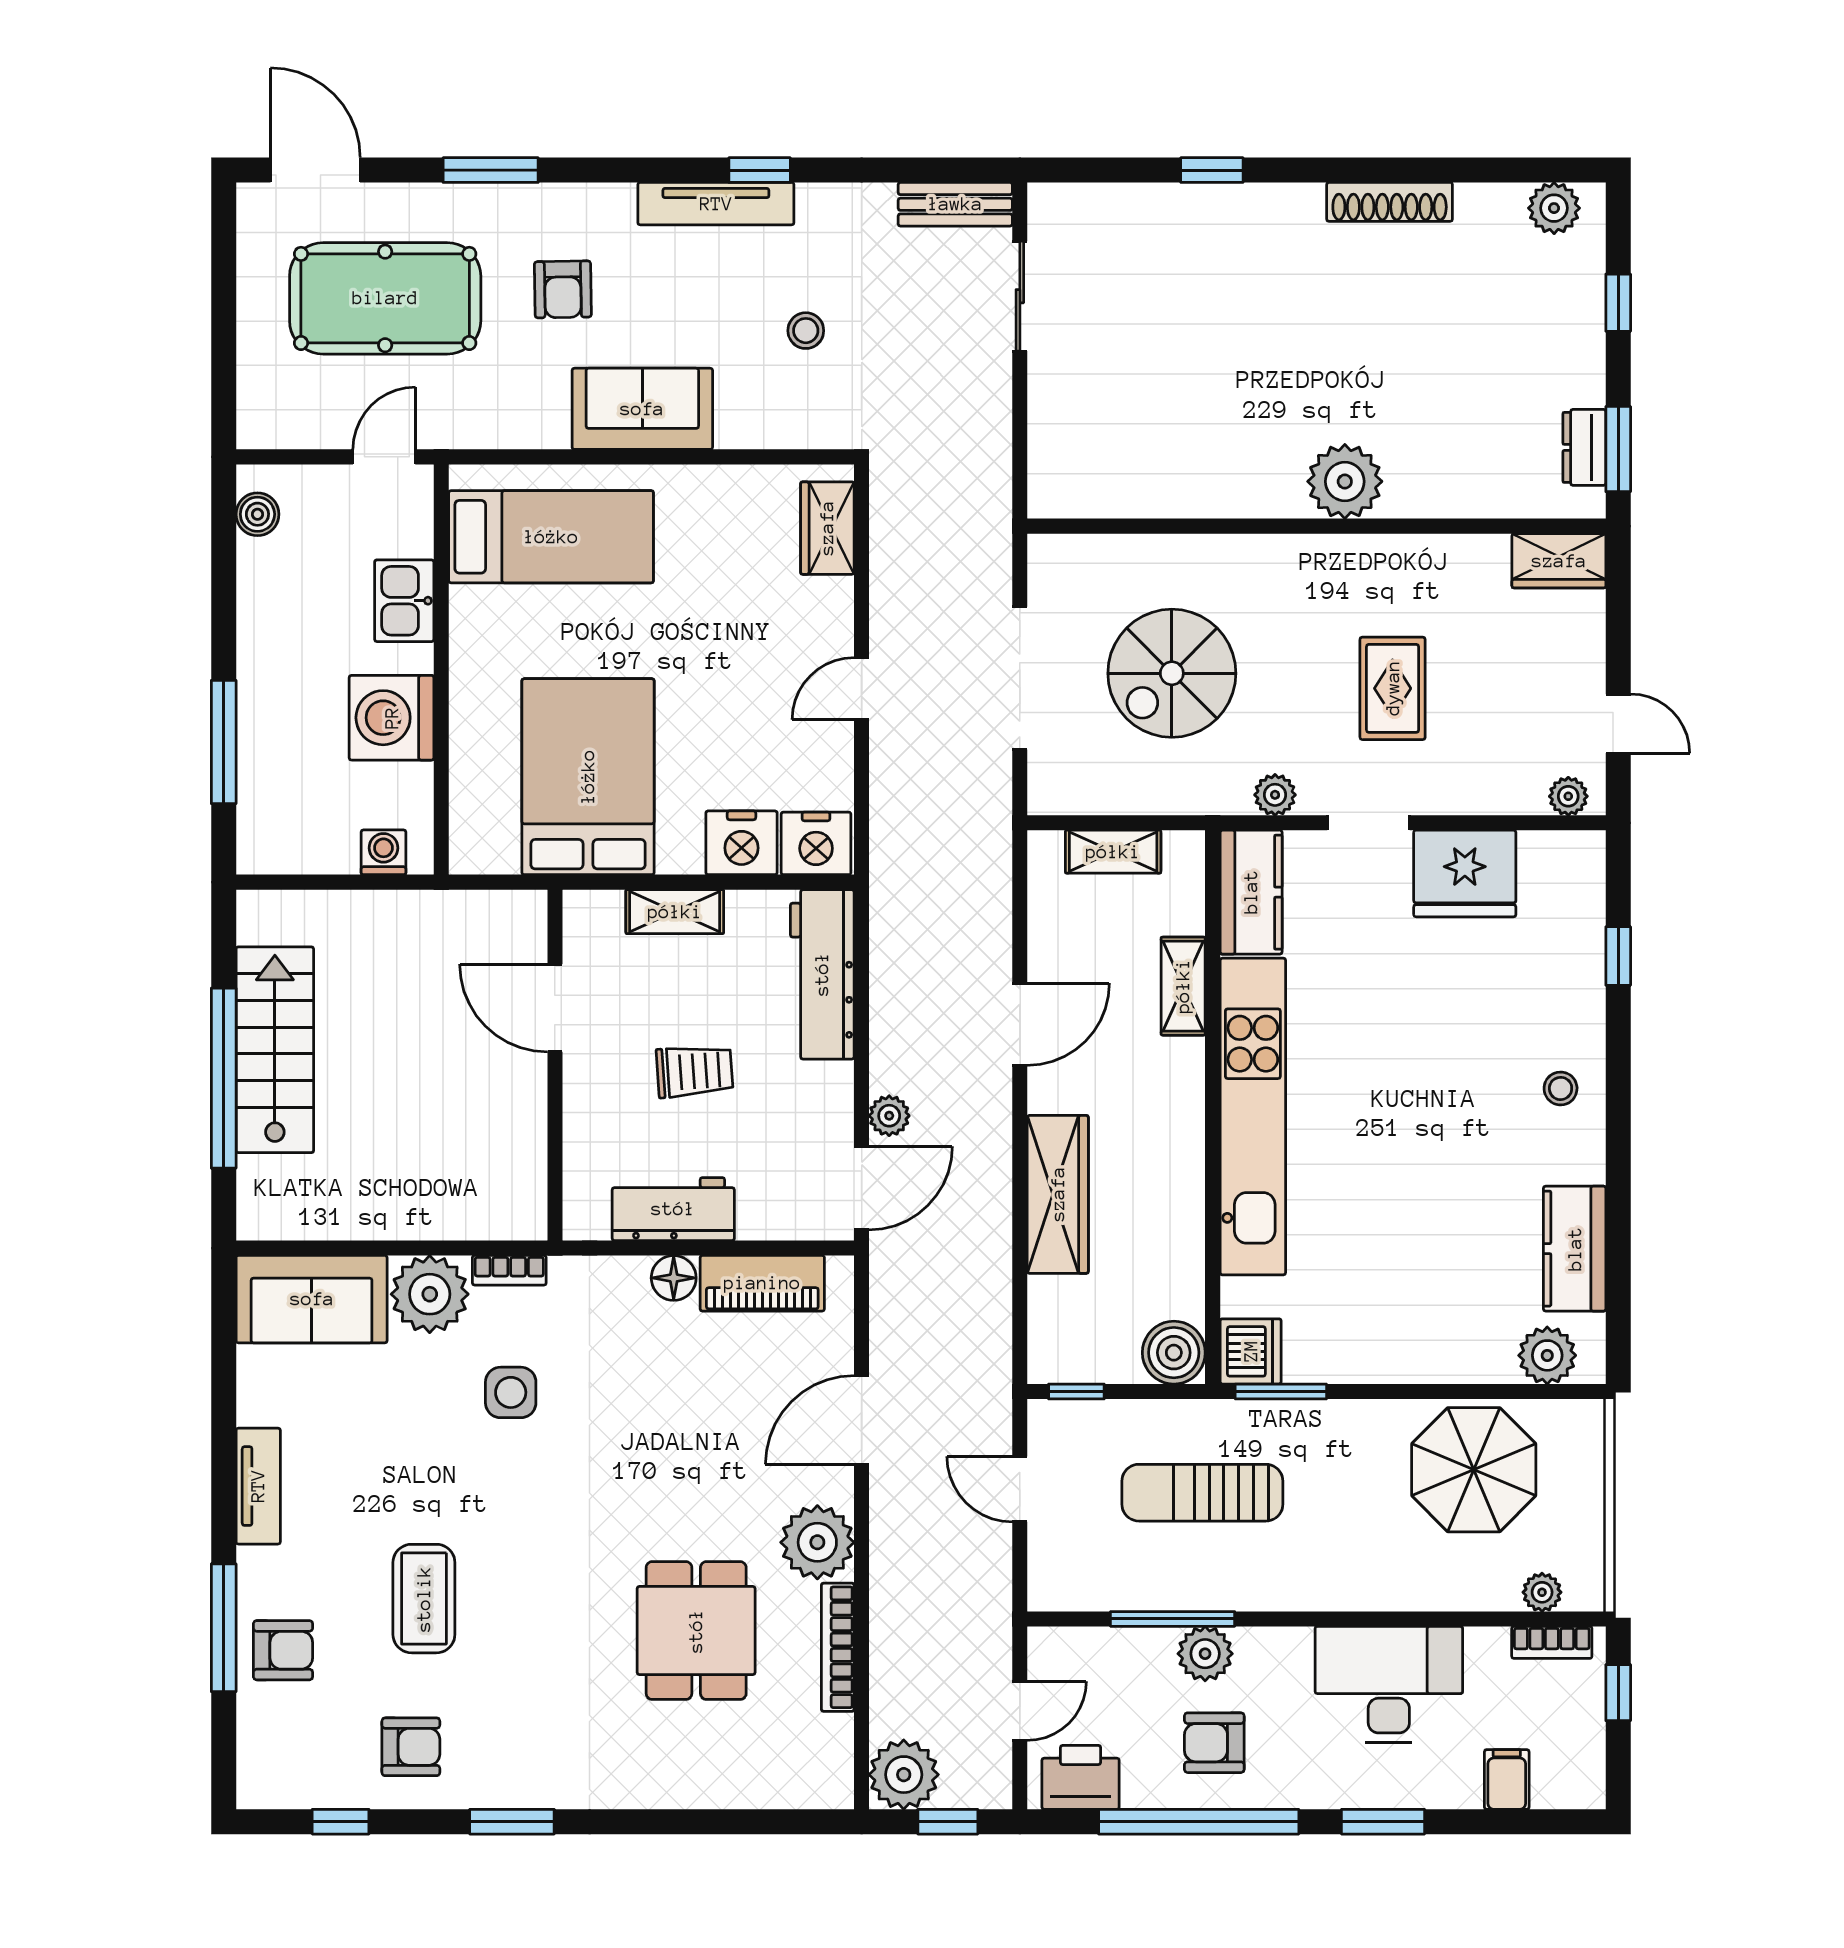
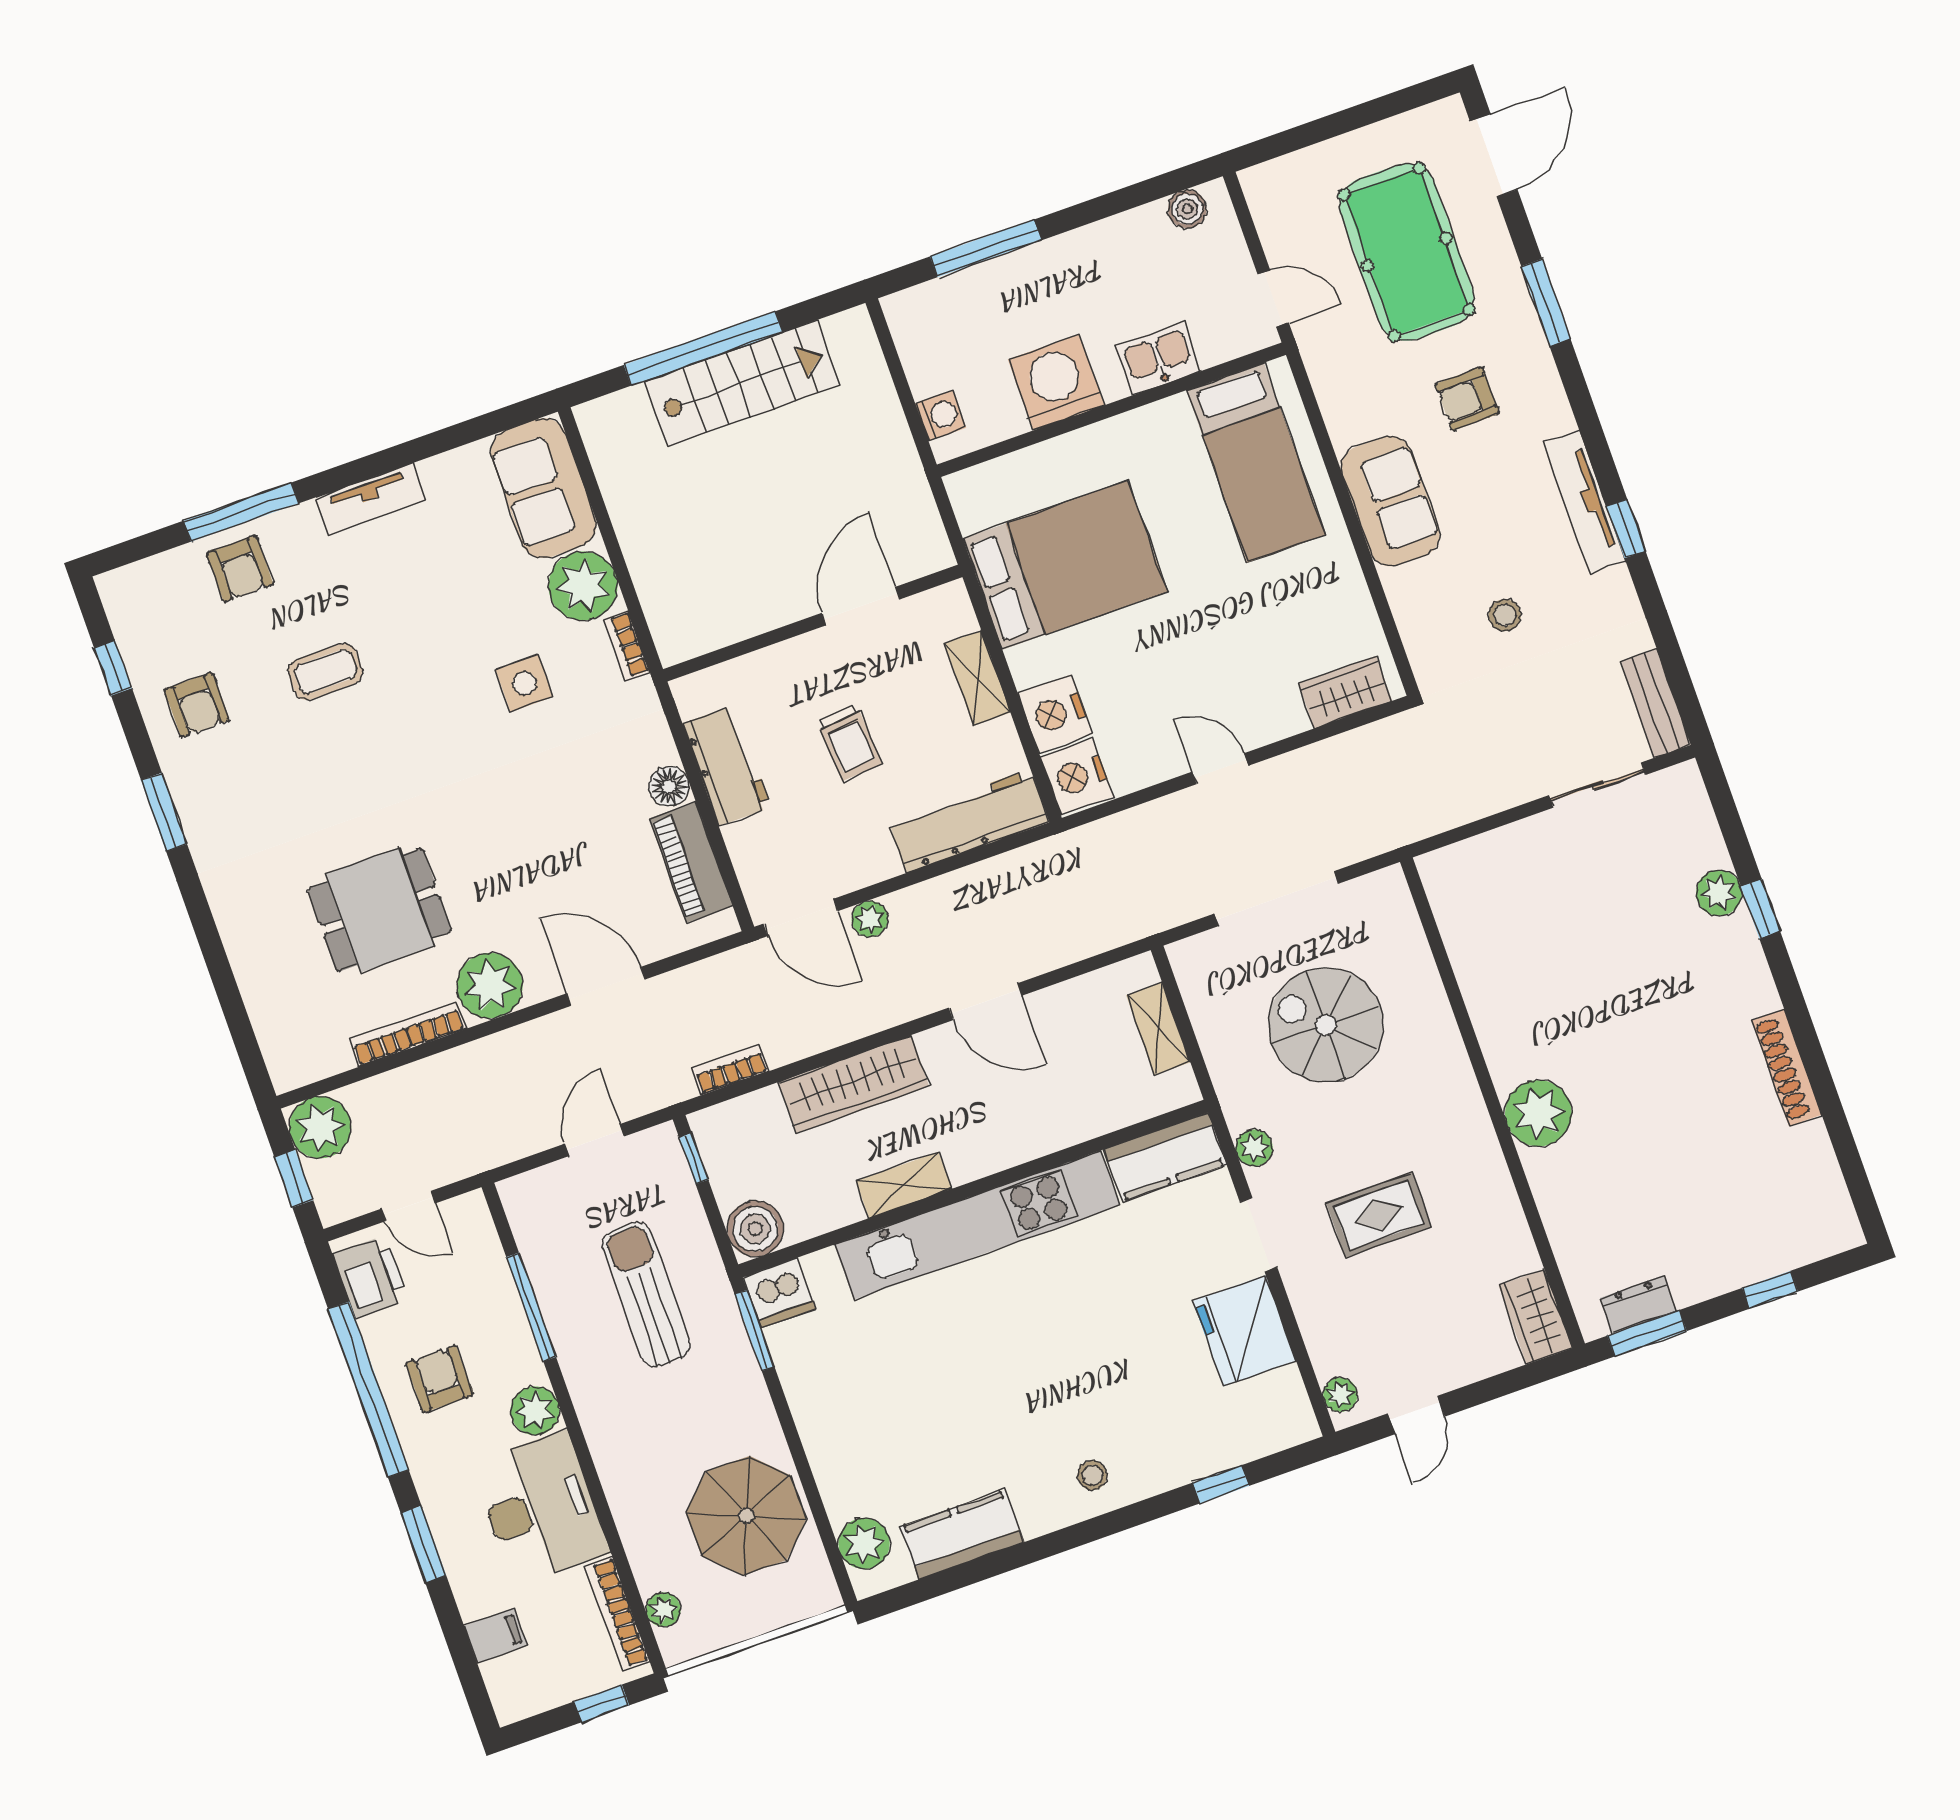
plant: (1554, 208) -> (1719, 893), moved
shelving: (1183, 986) -> (904, 1185), moved
bookcase: (996, 1320) -> (730, 1070), added
coffee table: (424, 1599) -> (325, 672), width x0.73, depth x0.77
bookcase: (1552, 1642) -> (617, 1614), width x1.56
plant: (1205, 1654) -> (535, 1411), moved

